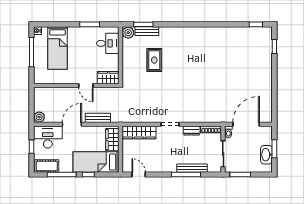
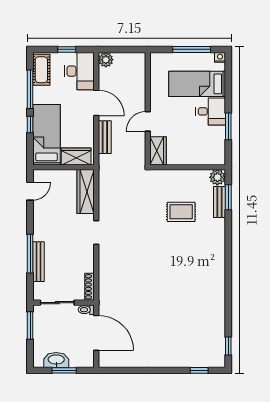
desk: (108, 43) -> (211, 111), moved, turned -90
dresser: (192, 131) -> (88, 261), removed

